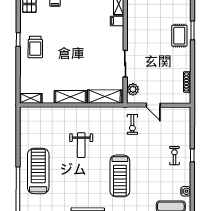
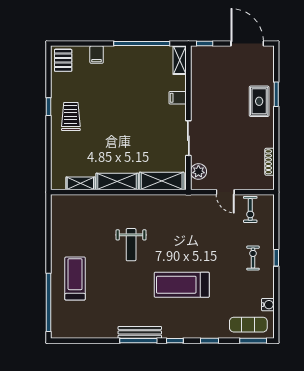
filing cabinet: (117, 21) -> (178, 98), moved
trolley: (35, 47) -> (71, 117), turned 180
shelving: (31, 98) -> (80, 183), moved
exercise bike: (132, 124) -> (250, 209), moved
treadmill: (38, 171) -> (75, 278), width x0.73, depth x0.73
treadmill: (120, 176) -> (182, 285), turned 90

